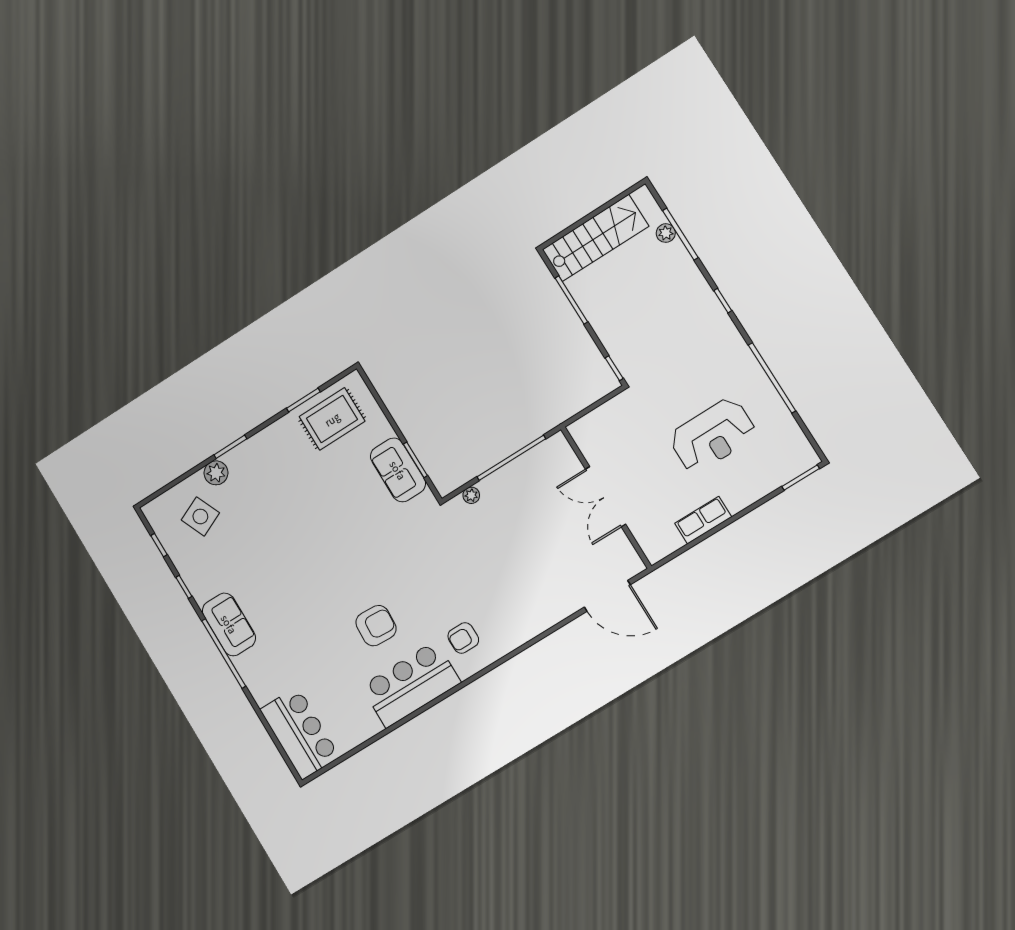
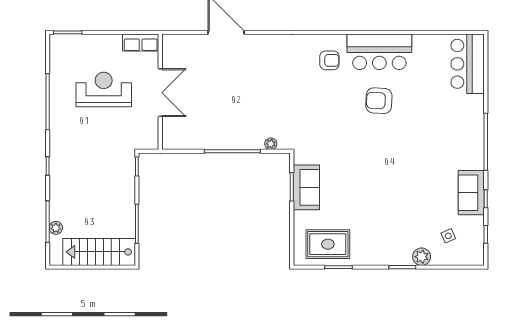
double door: (605, 497) -> (160, 93), moved
wall: (606, 498) -> (160, 92), moved
side table: (200, 516) -> (448, 236), width x0.54, depth x0.54
sofa: (229, 624) -> (471, 193), moved

